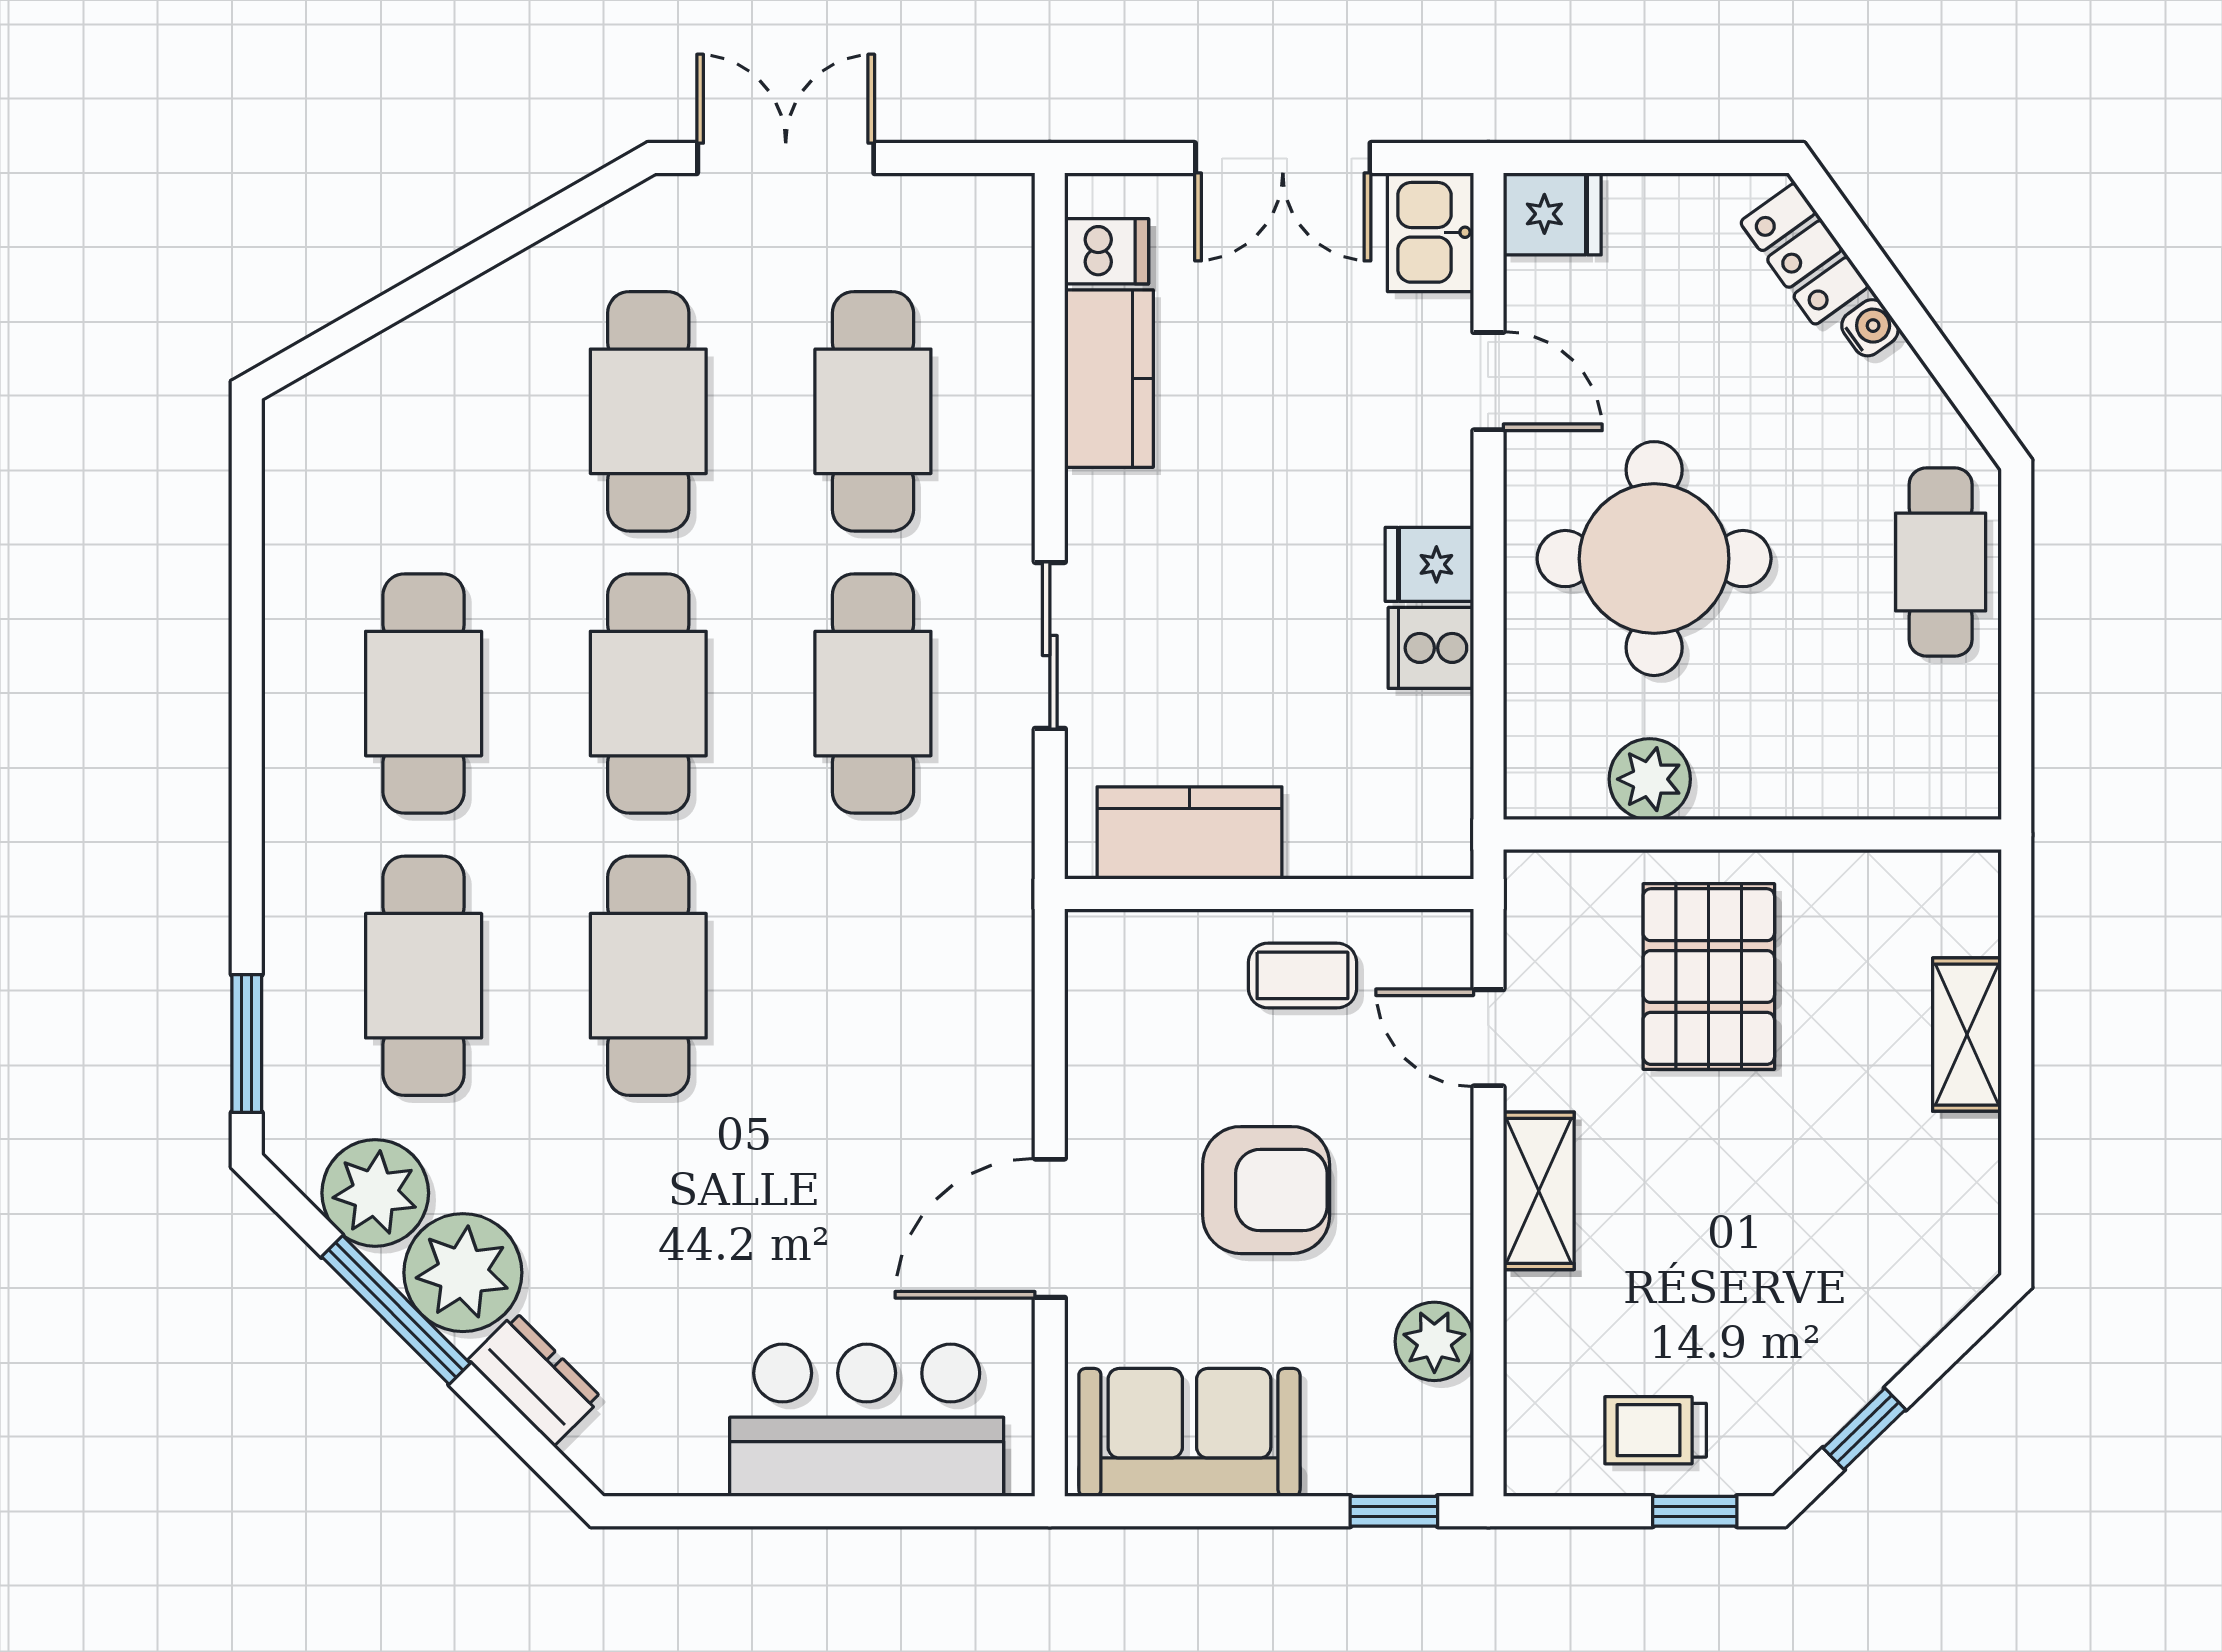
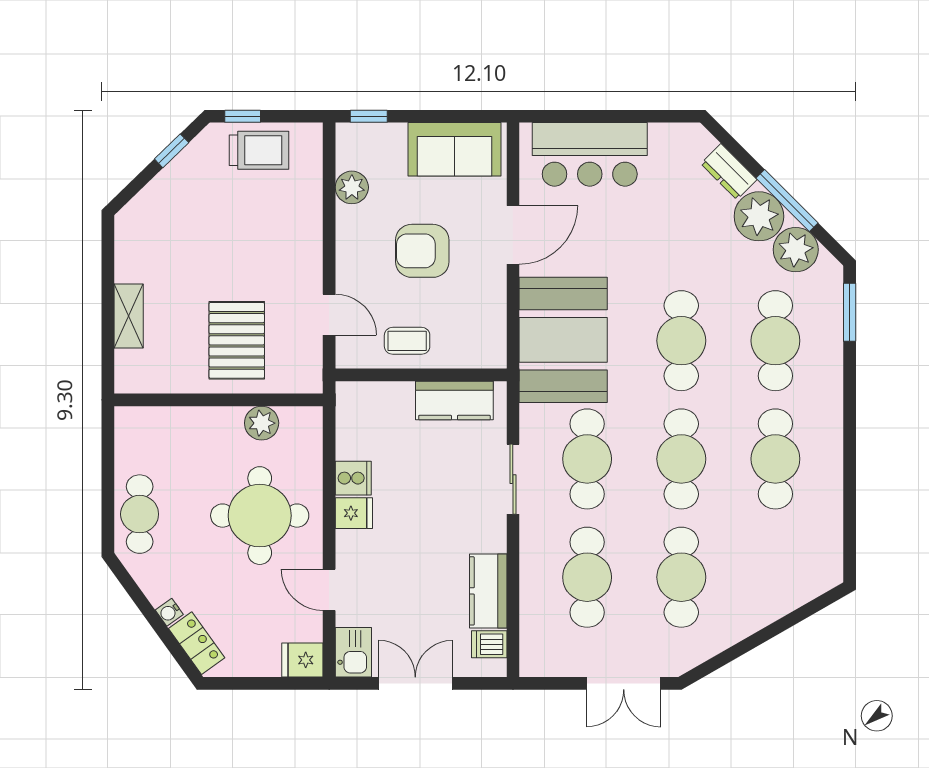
booth: (930, 978) -> (563, 340), added
shelving: (1539, 1191) -> (308, 251), removed
trolley: (1656, 1430) -> (259, 150), width x1.36, depth x1.39

